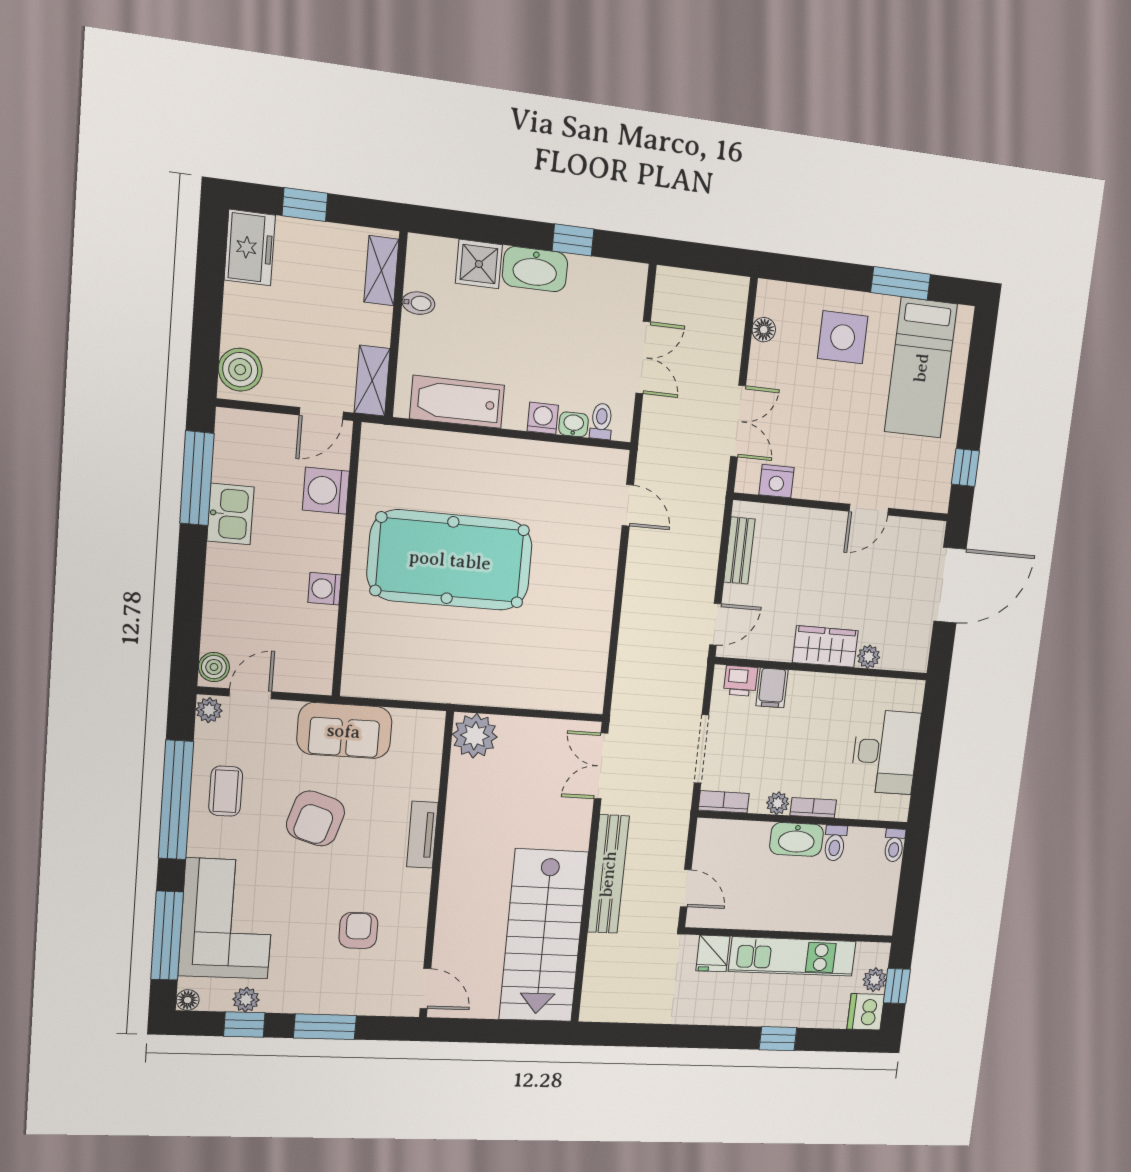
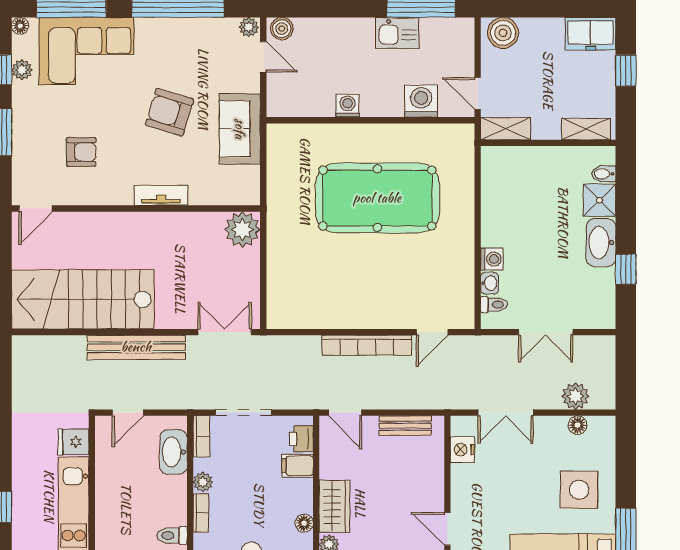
bidet: (418, 303) -> (604, 174), moved, turned 90
plant: (728, 328) -> (576, 396), added
bathtub: (457, 402) -> (497, 193), removed
pool table: (450, 560) -> (377, 198), turned 90
bookcase: (636, 590) -> (367, 345), added
floor lamp: (840, 685) -> (304, 523), added
coffee table: (226, 791) -> (187, 43), removed
washbasin: (797, 839) -> (173, 452), moved

